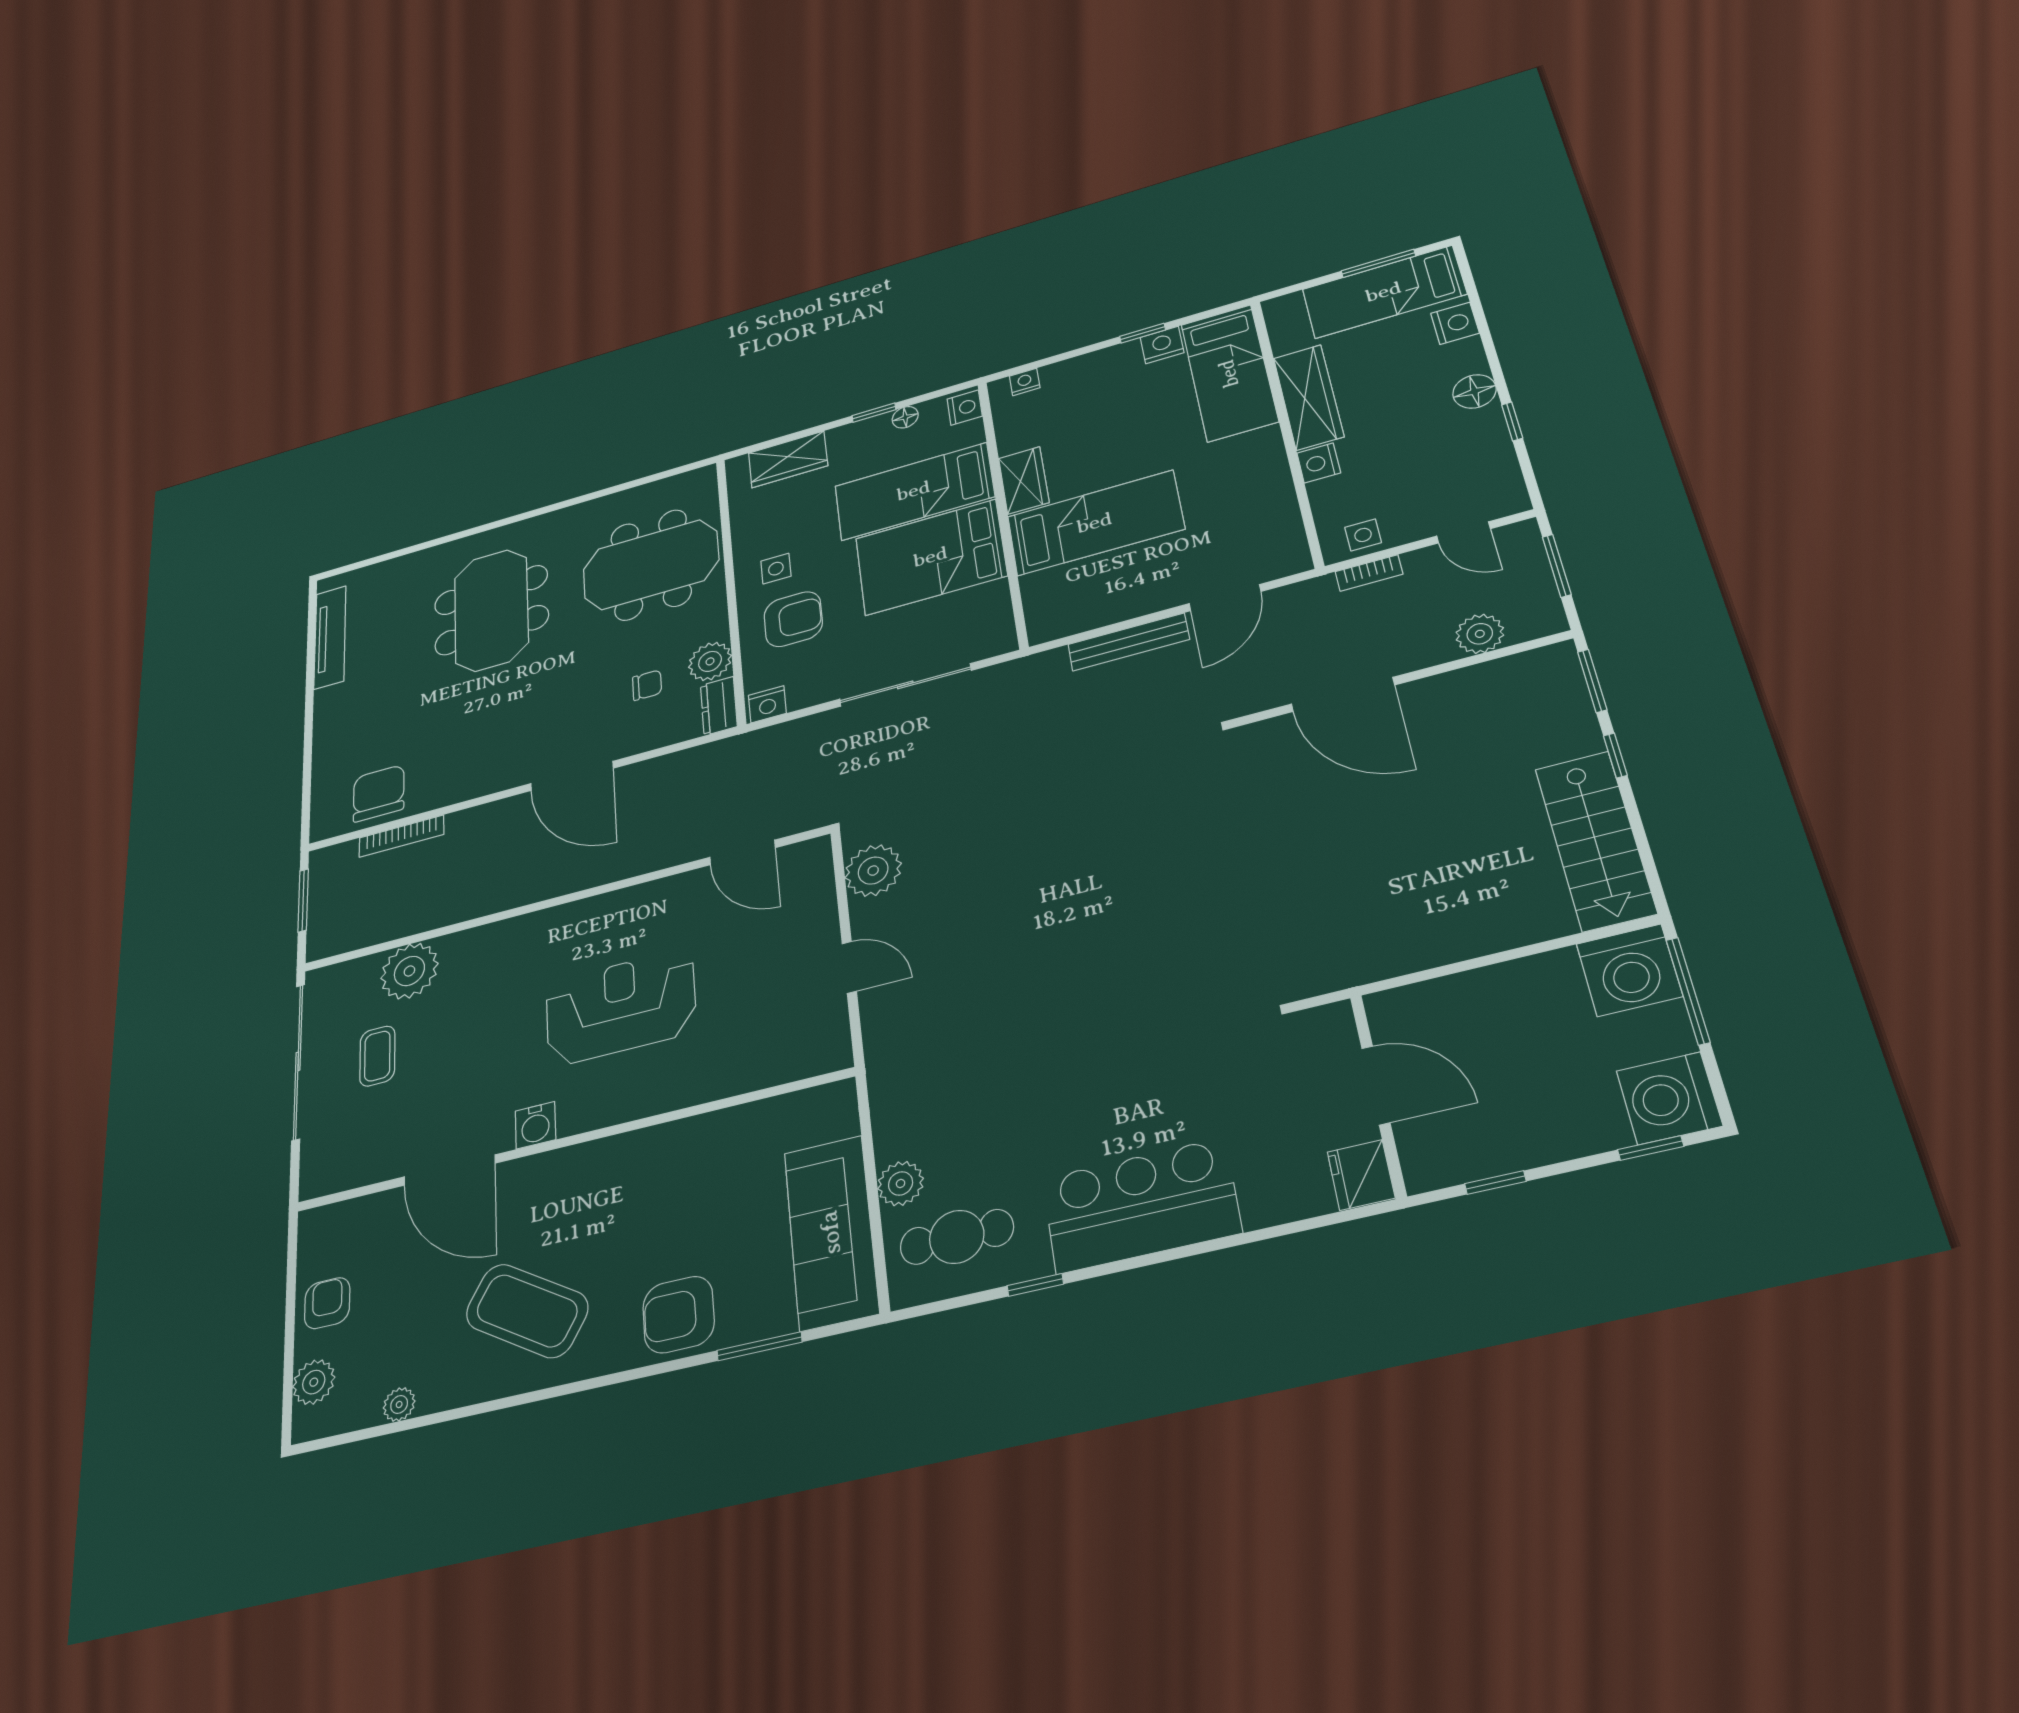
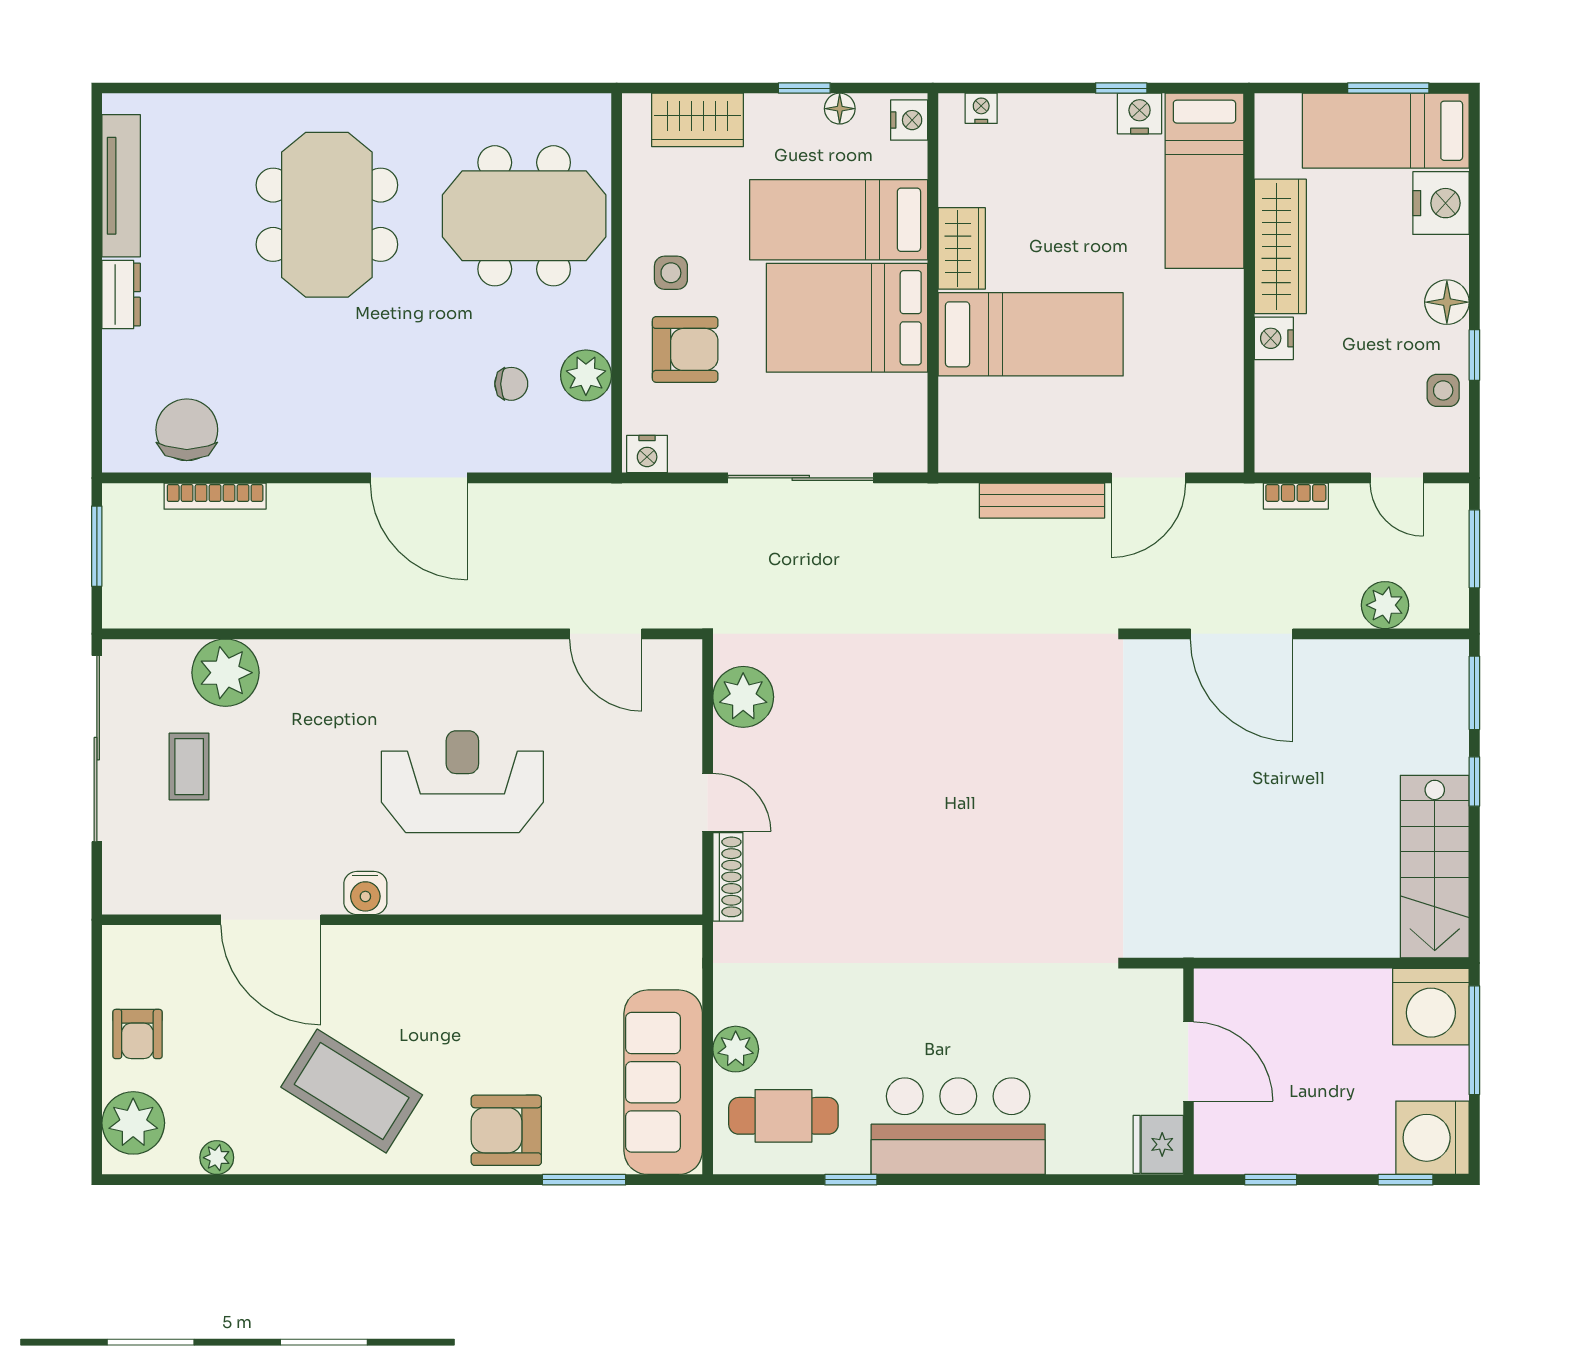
nightstand: (1455, 323) -> (1441, 203), width x1.36, depth x1.33
side table: (1363, 535) -> (1443, 390), moved
dresser: (719, 706) -> (121, 294), moved, turned 180
shoe rack: (876, 1027) -> (728, 877), added
armchair: (327, 1303) -> (137, 1034), turned 180
plant: (314, 1382) -> (133, 1123), width x1.36, depth x1.36

